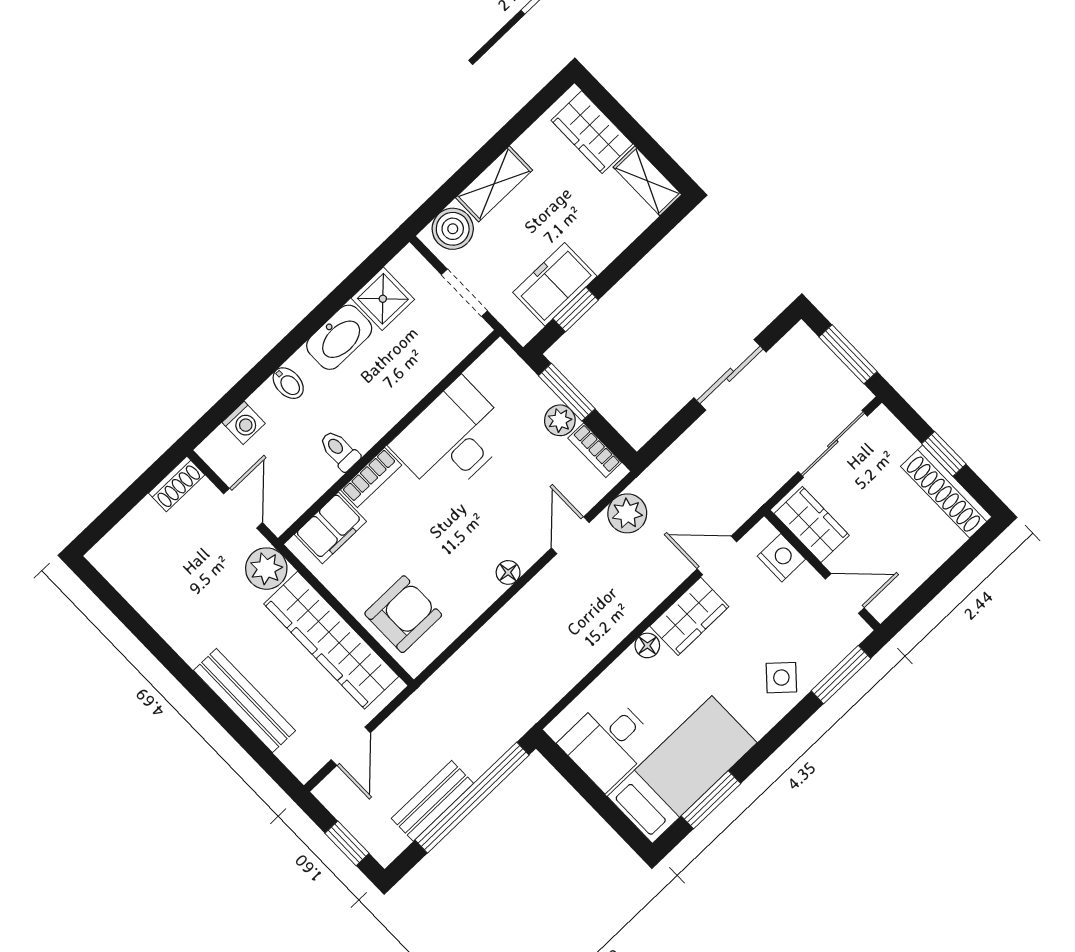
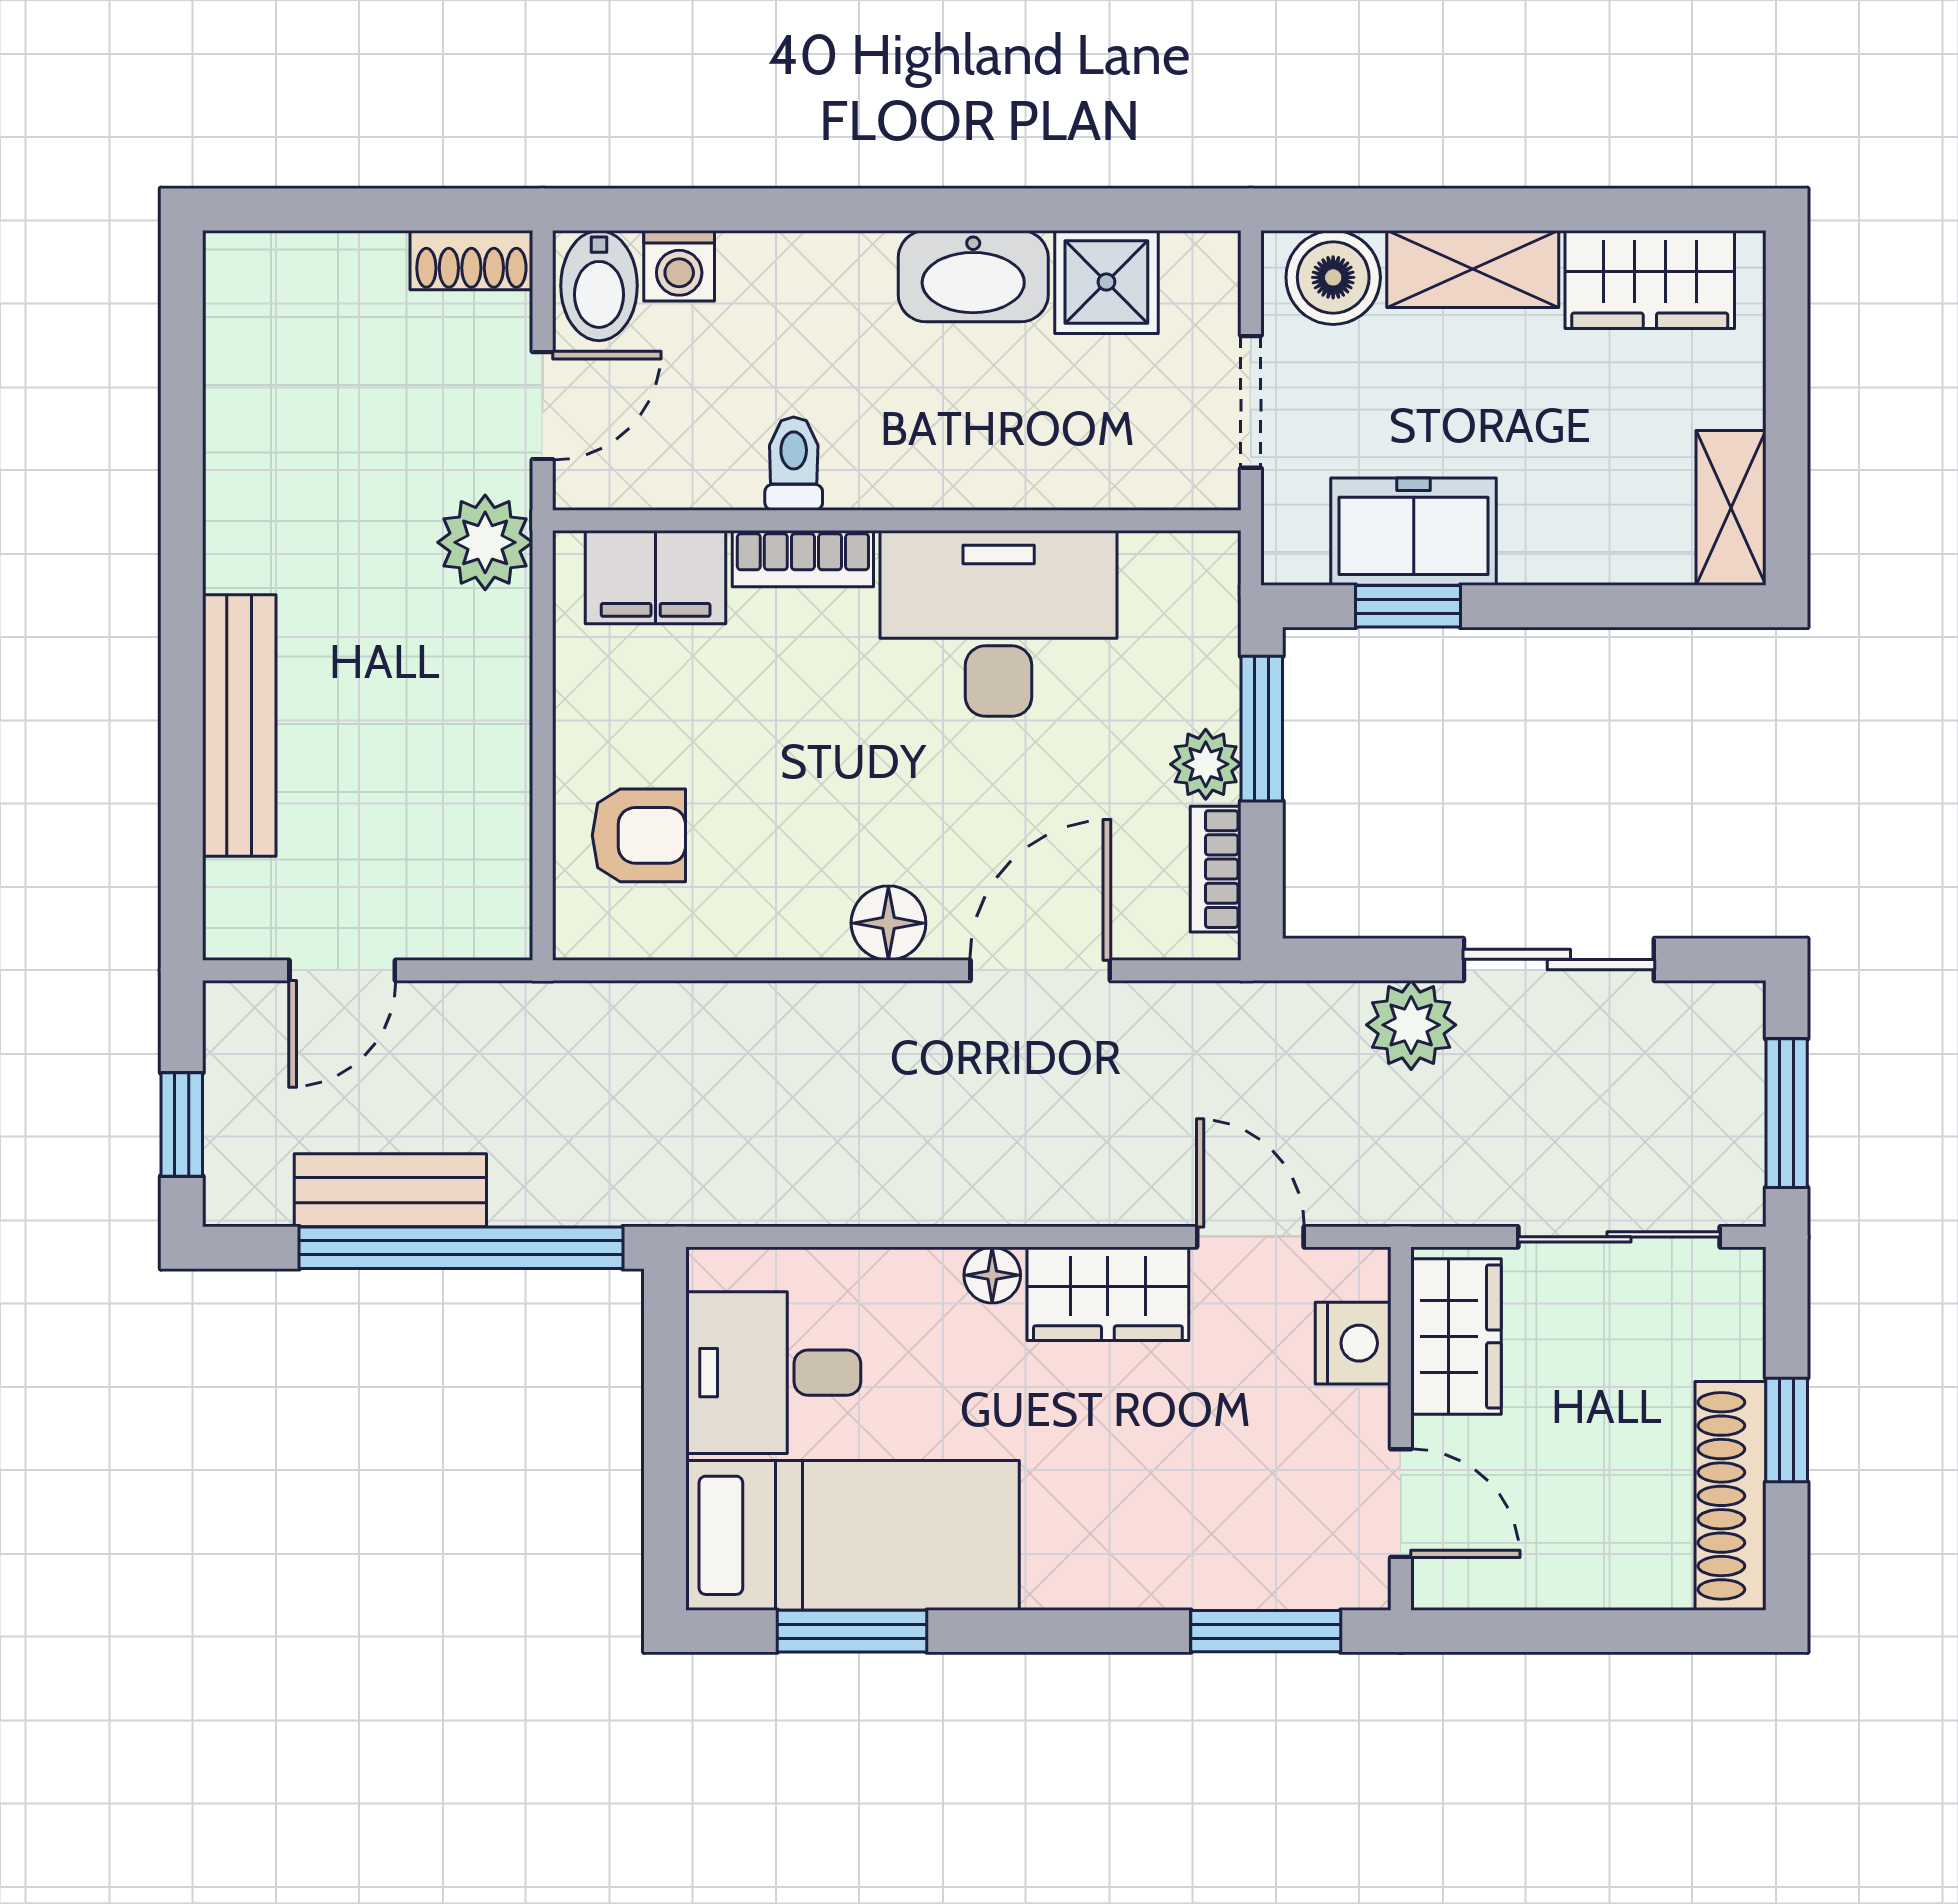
wardrobe: (592, 132) -> (1650, 279), moved, turned -90
bidet: (288, 383) -> (599, 286), moved, width x1.38, depth x1.36
plant: (627, 513) -> (1411, 1025), moved
door: (570, 535) -> (1040, 970), width x1.37
floor lamp: (508, 572) -> (888, 923), width x1.37, depth x1.37
armchair: (403, 614) -> (639, 835), width x0.72, depth x0.72
wardrobe: (331, 640) -> (478, 764), removed
side table: (781, 678) -> (1163, 1541), removed

